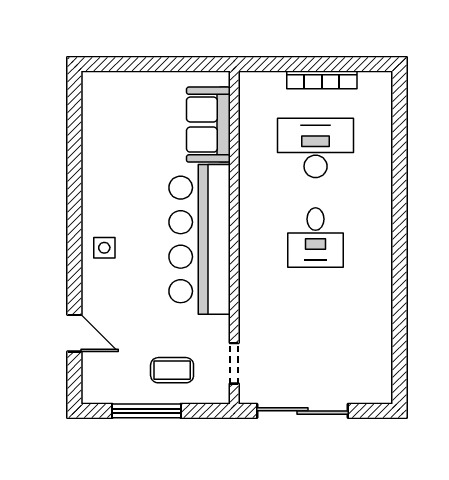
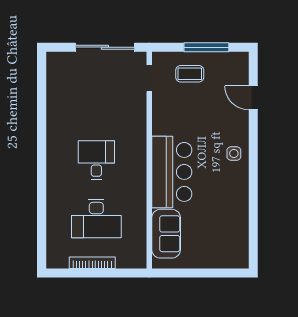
bar counter: (200, 239) -> (172, 172), width x0.73

